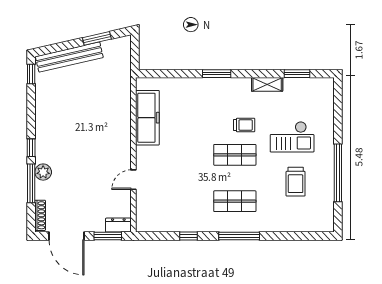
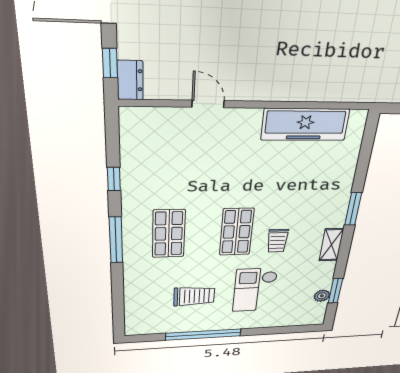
shelving: (267, 84) -> (331, 245), moved
plant: (302, 84) -> (322, 296), added
trolley: (296, 182) -> (194, 296), turned 180
window: (108, 236) -> (110, 63), width x0.67

